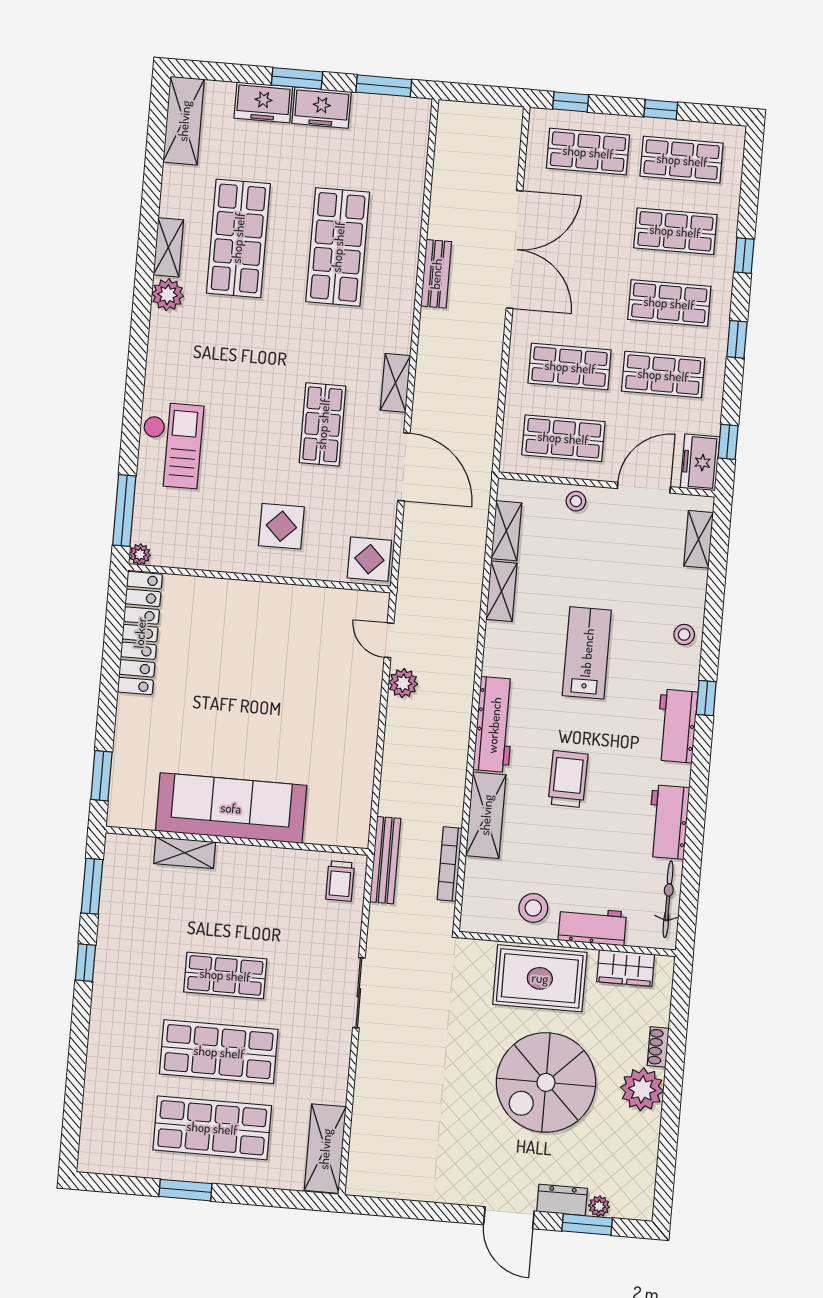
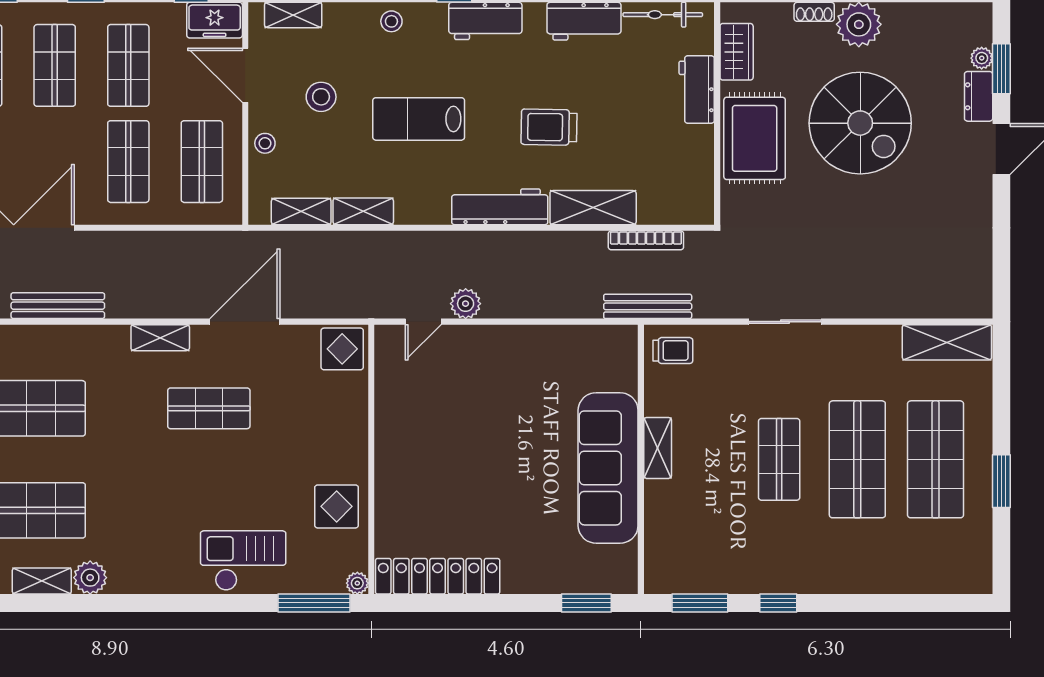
bench: (436, 274) -> (58, 306), width x1.36
display table: (281, 526) -> (337, 506), moved
shelving: (185, 853) -> (658, 448), moved
stool: (533, 908) -> (321, 97), moved

